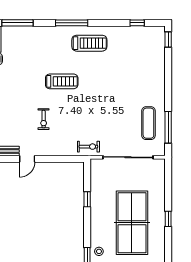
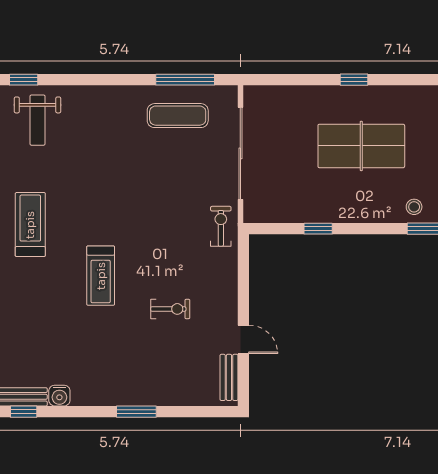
weight bench: (146, 47) -> (38, 120), added
treadmill: (62, 81) -> (101, 276), turned 180
table tennis table: (132, 223) -> (361, 146), width x0.73, depth x0.76

